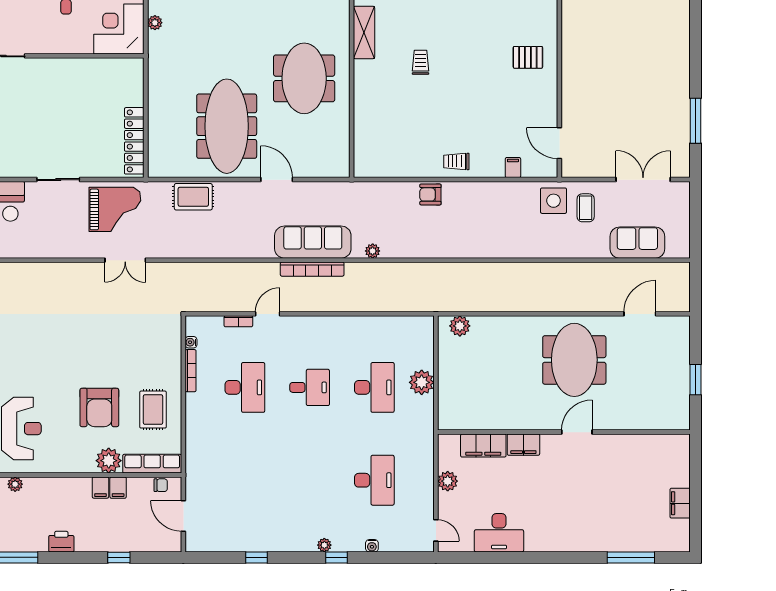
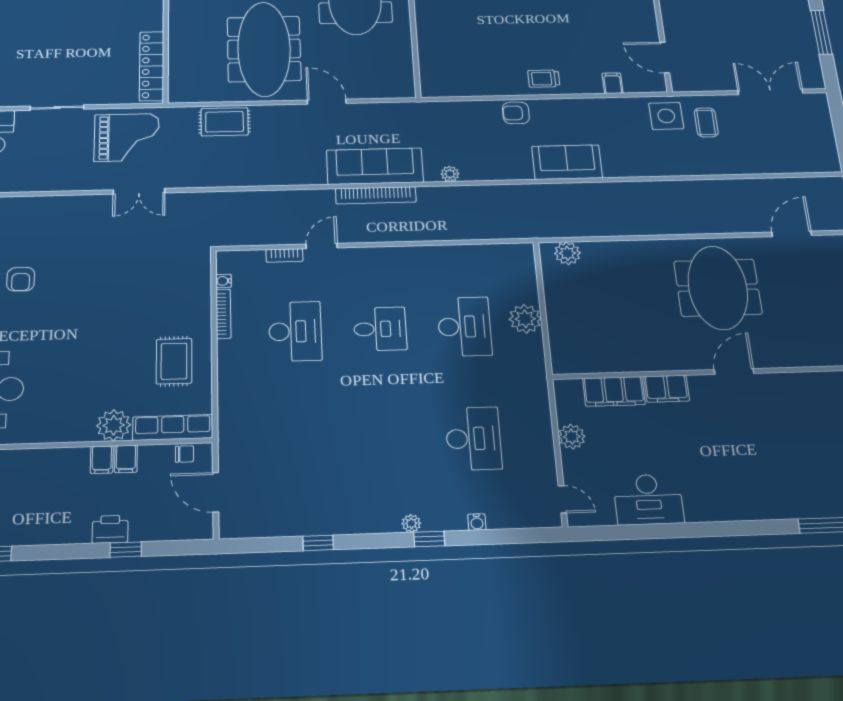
sofa: (637, 243) -> (567, 162), moved
armchair: (99, 407) -> (21, 279), moved, width x0.53, depth x0.53
printer: (61, 542) -> (110, 529), moved

